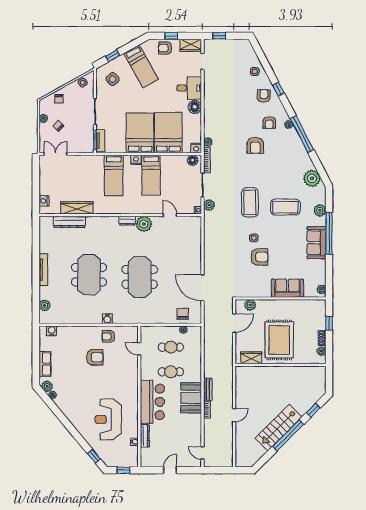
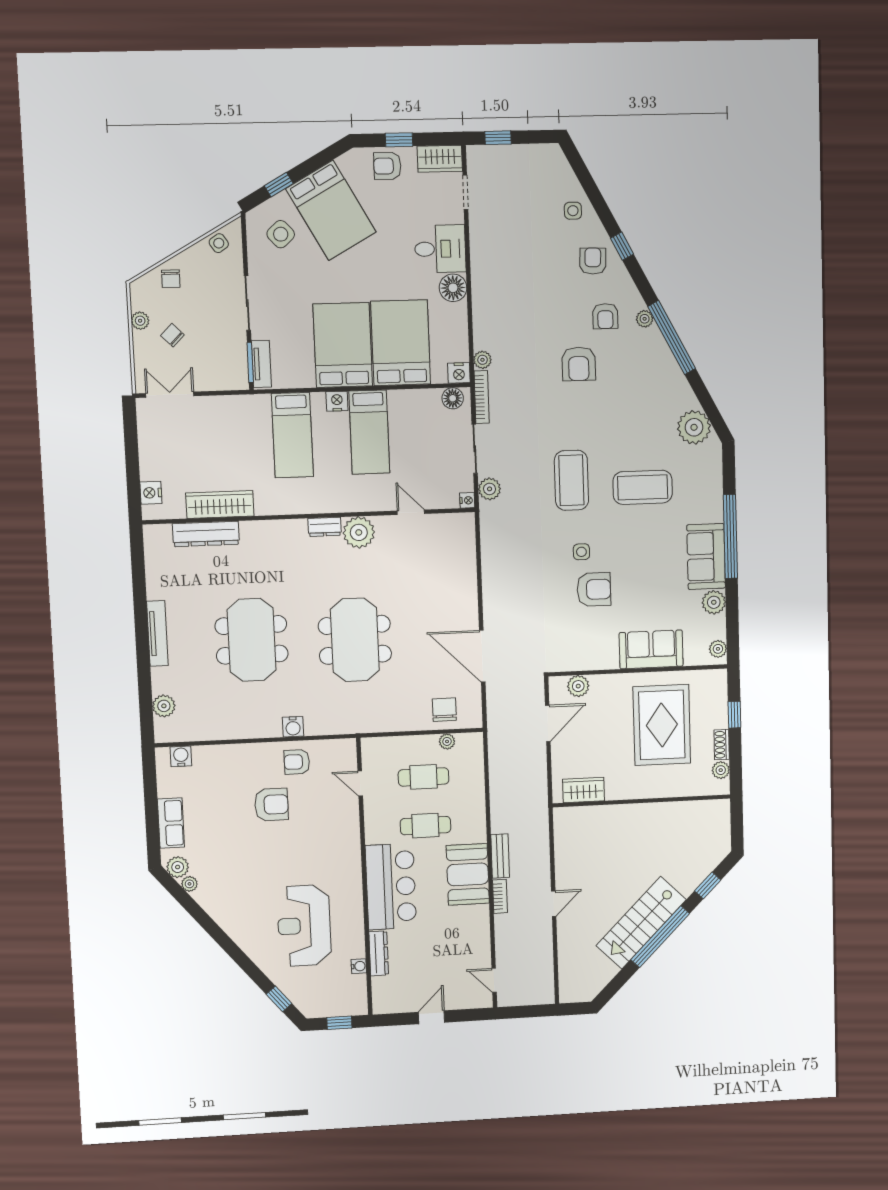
bed: (141, 66) -> (331, 210), width x1.50
plant: (320, 210) -> (714, 602), moved
rug: (279, 340) -> (662, 725), moved

